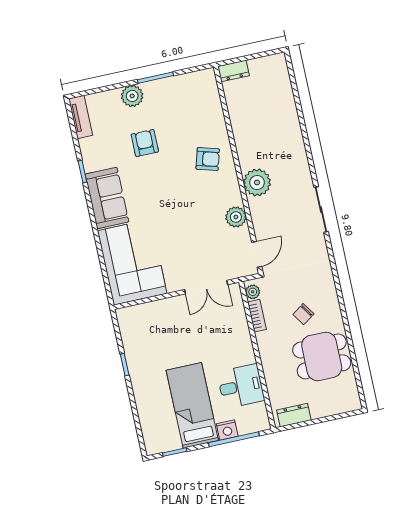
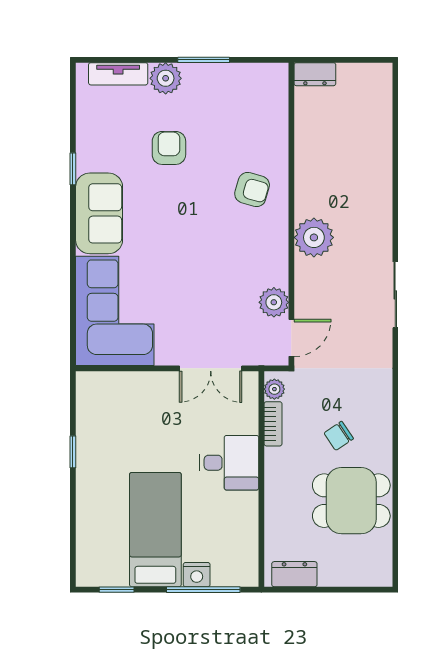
tv unit: (81, 117) -> (118, 74), moved, turned 90
plant: (236, 217) -> (274, 302), moved
desk: (241, 386) -> (229, 463), moved

